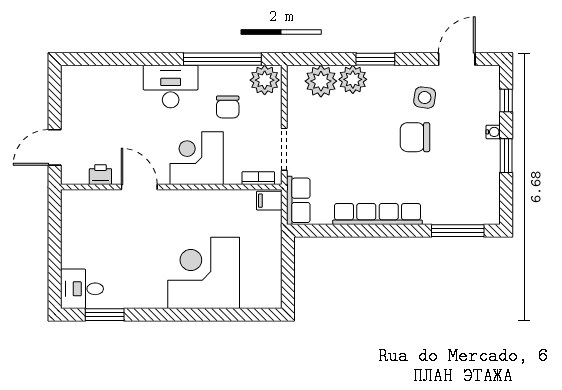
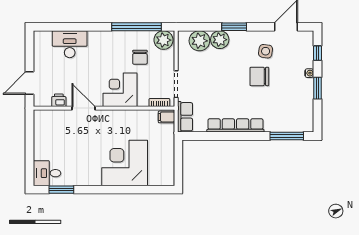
desk: (171, 87) -> (70, 44), moved

